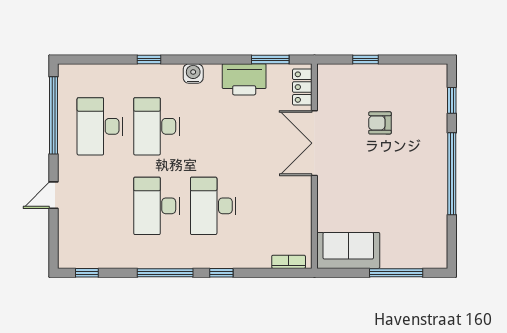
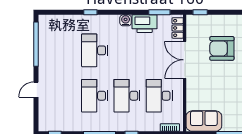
window: (366, 60) -> (200, 12), moved
water cooler: (193, 74) -> (126, 20), moved
armchair: (380, 123) -> (222, 48), width x1.88, depth x1.88
desk: (100, 126) -> (159, 96), moved

